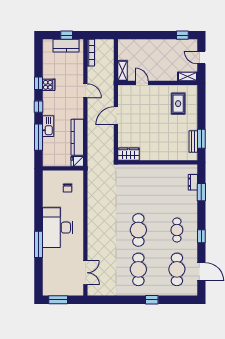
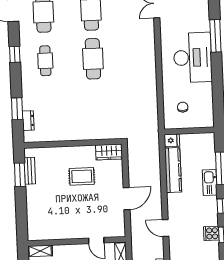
rug: (178, 104) -> (82, 176), moved, turned 90

